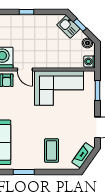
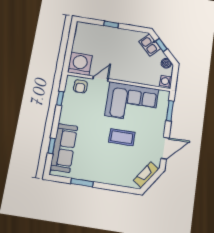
door: (25, 70) -> (100, 79), swing flipped
coffee table: (52, 150) -> (122, 137), moved, turned 90

